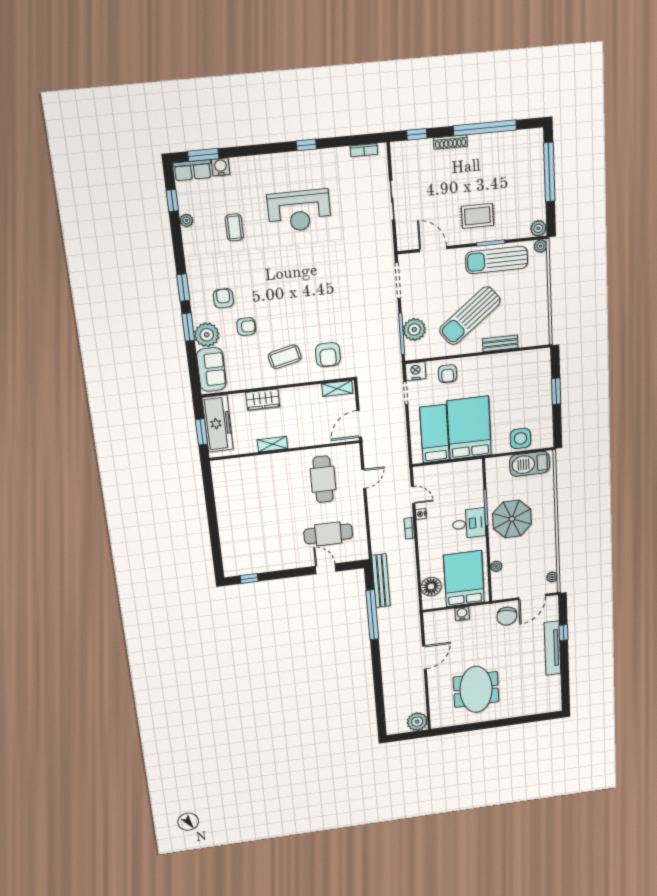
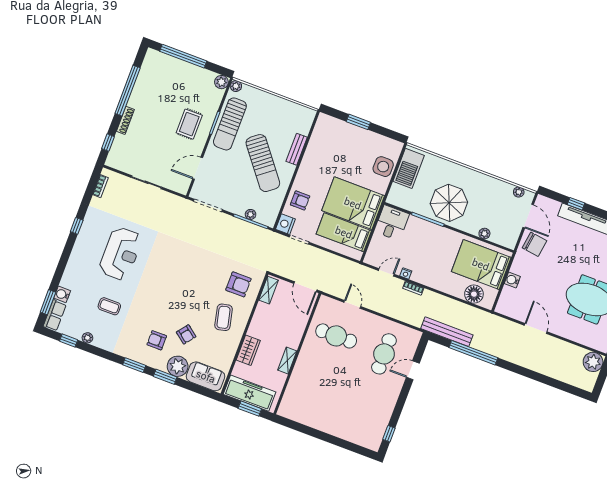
armchair: (246, 327) -> (186, 334), turned 128
plant: (414, 329) -> (251, 214), width x0.53, depth x0.53
desk: (469, 524) -> (392, 223), moved

